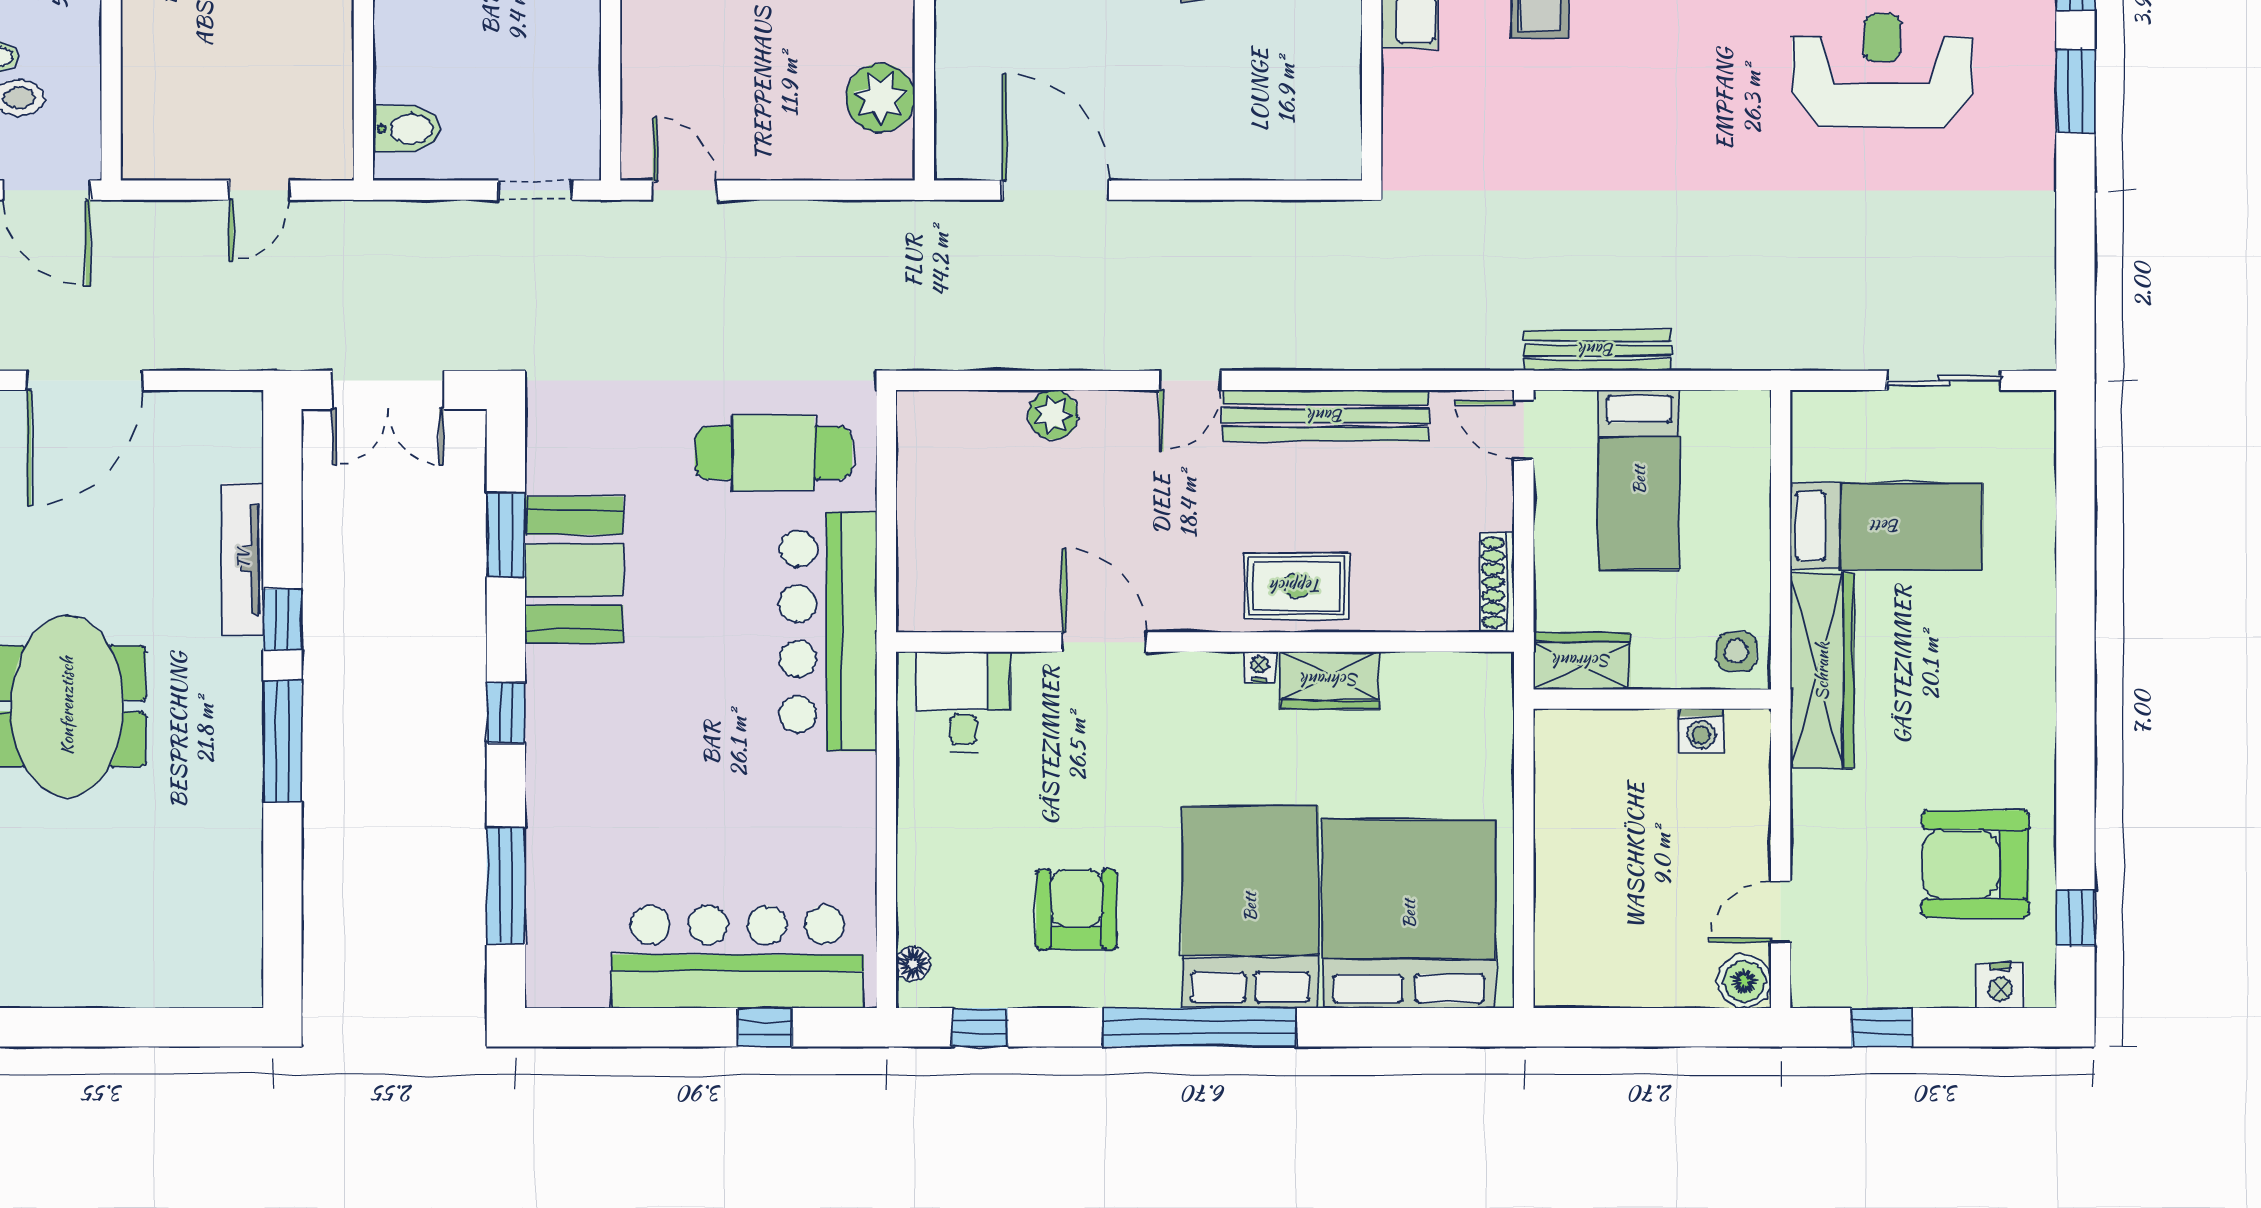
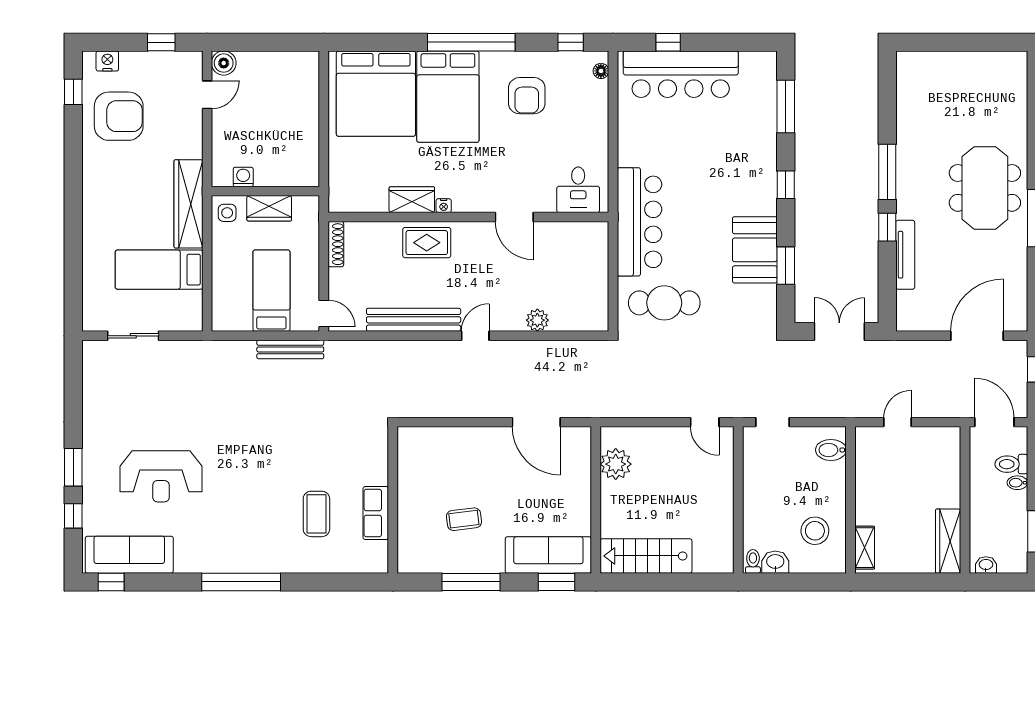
wardrobe: (1582, 661) -> (269, 208), moved

